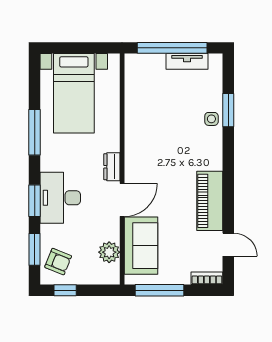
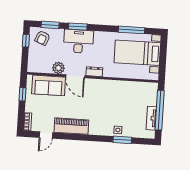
window: (35, 132) -> (131, 30), moved
plant: (109, 252) -> (58, 68), moved
window: (159, 290) -> (22, 94), width x0.46

